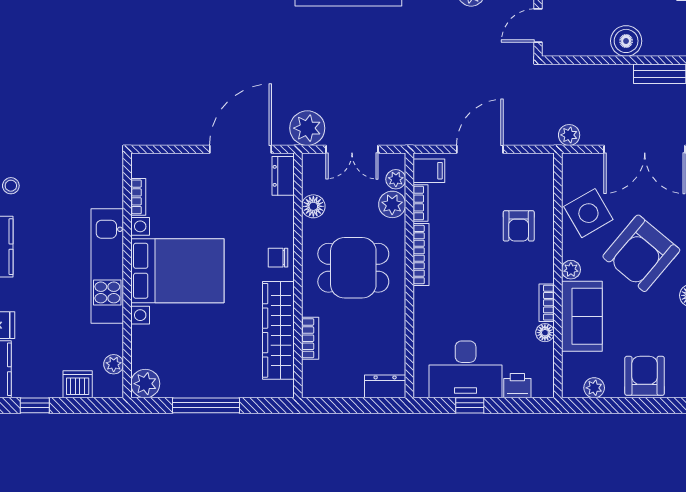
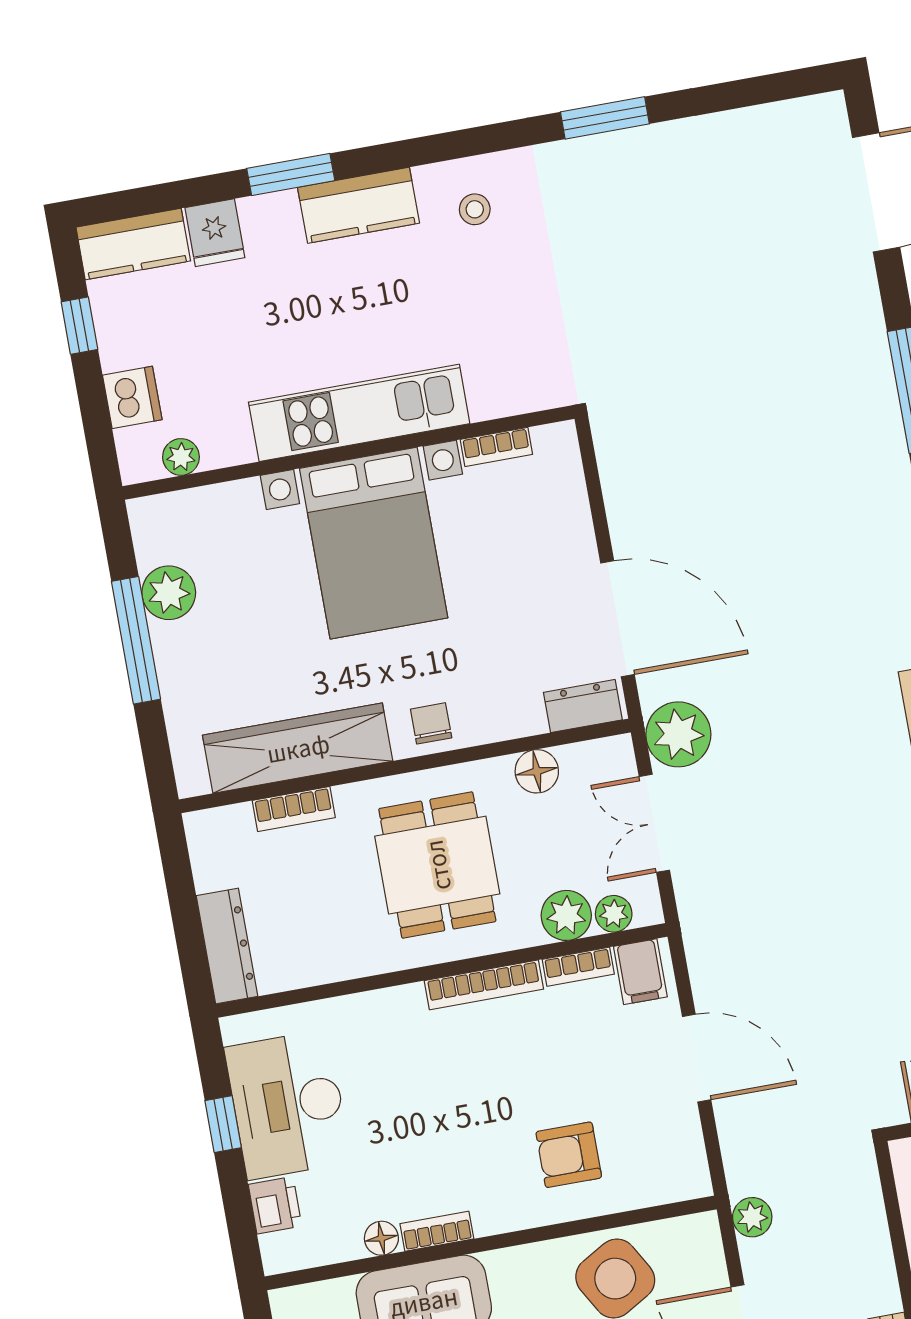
plant: (571, 270) -> (506, 1265), removed
plant: (145, 384) -> (169, 593), moved
dresser: (385, 386) -> (227, 946), width x1.44

